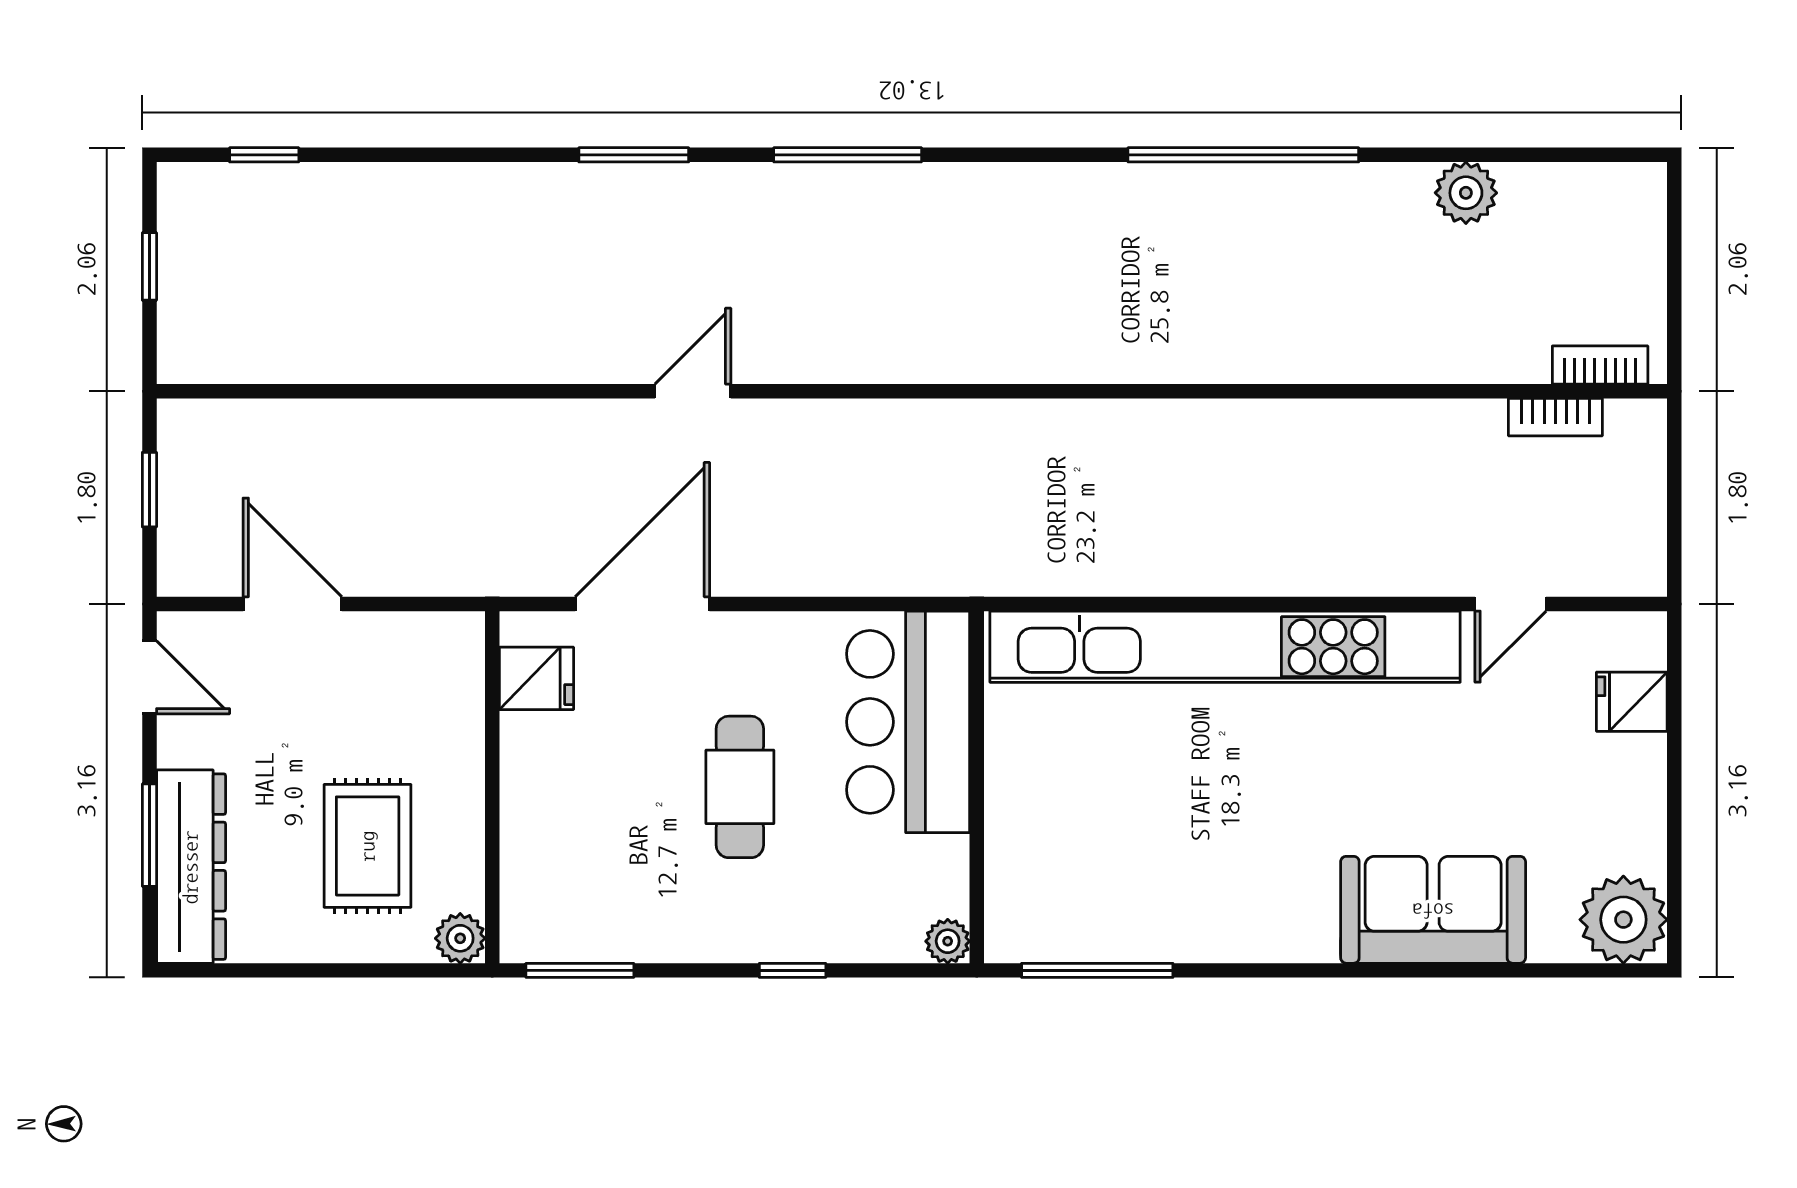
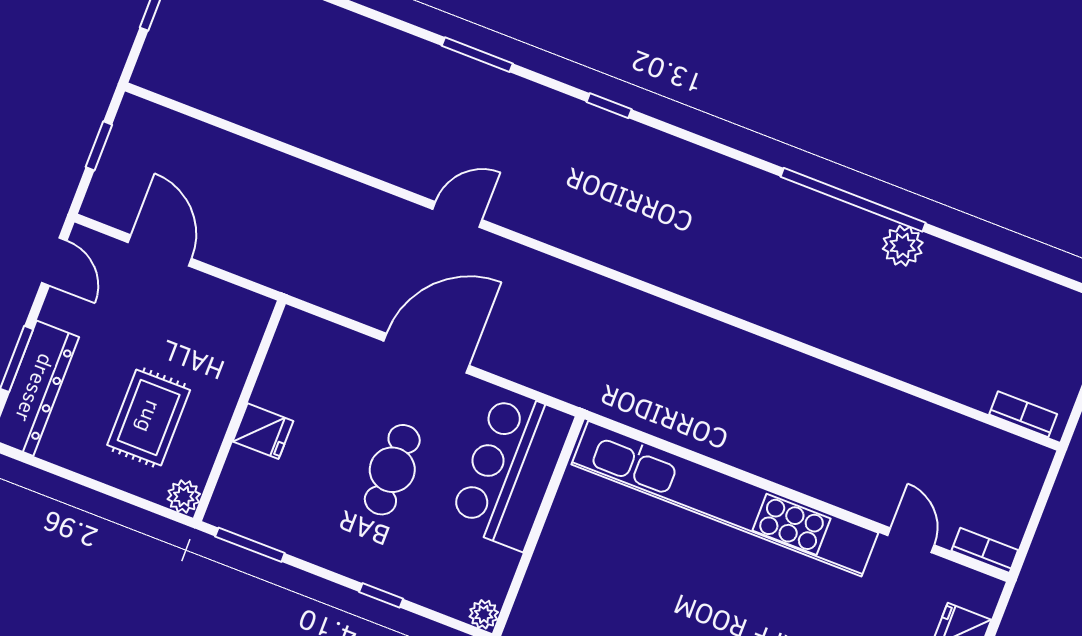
window: (848, 155) -> (609, 106), width x0.46
plant: (1466, 193) -> (903, 246), moved
bookcase: (1555, 417) -> (985, 550), moved, turned 180
door: (642, 604) -> (427, 353), moved
door: (1510, 604) -> (911, 540), swing flipped
fridge: (536, 678) -> (263, 431), moved

